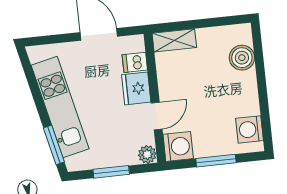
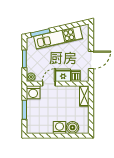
door: (157, 116) -> (49, 84), swing flipped
washing machine: (250, 129) -> (60, 127), moved

